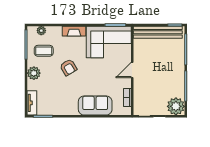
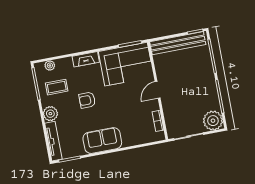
armchair: (68, 67) -> (87, 100), turned 121
tv unit: (32, 103) -> (53, 141), width x1.41
sofa: (95, 105) -> (102, 141), moved

